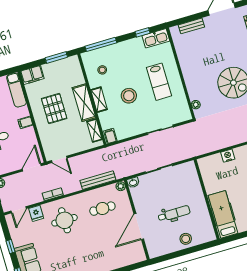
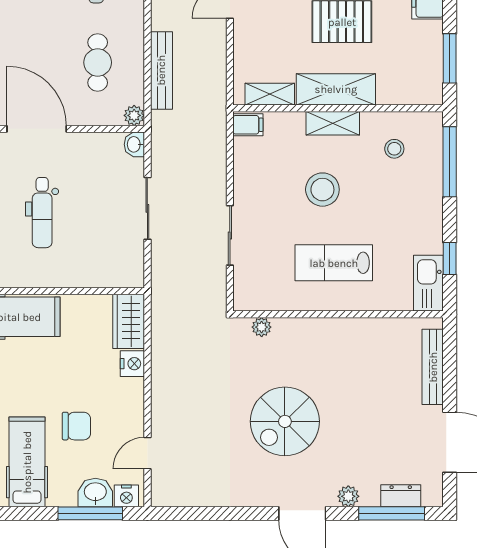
bench: (191, 26) -> (433, 367), width x1.36
wardrobe: (210, 163) -> (129, 321), added

